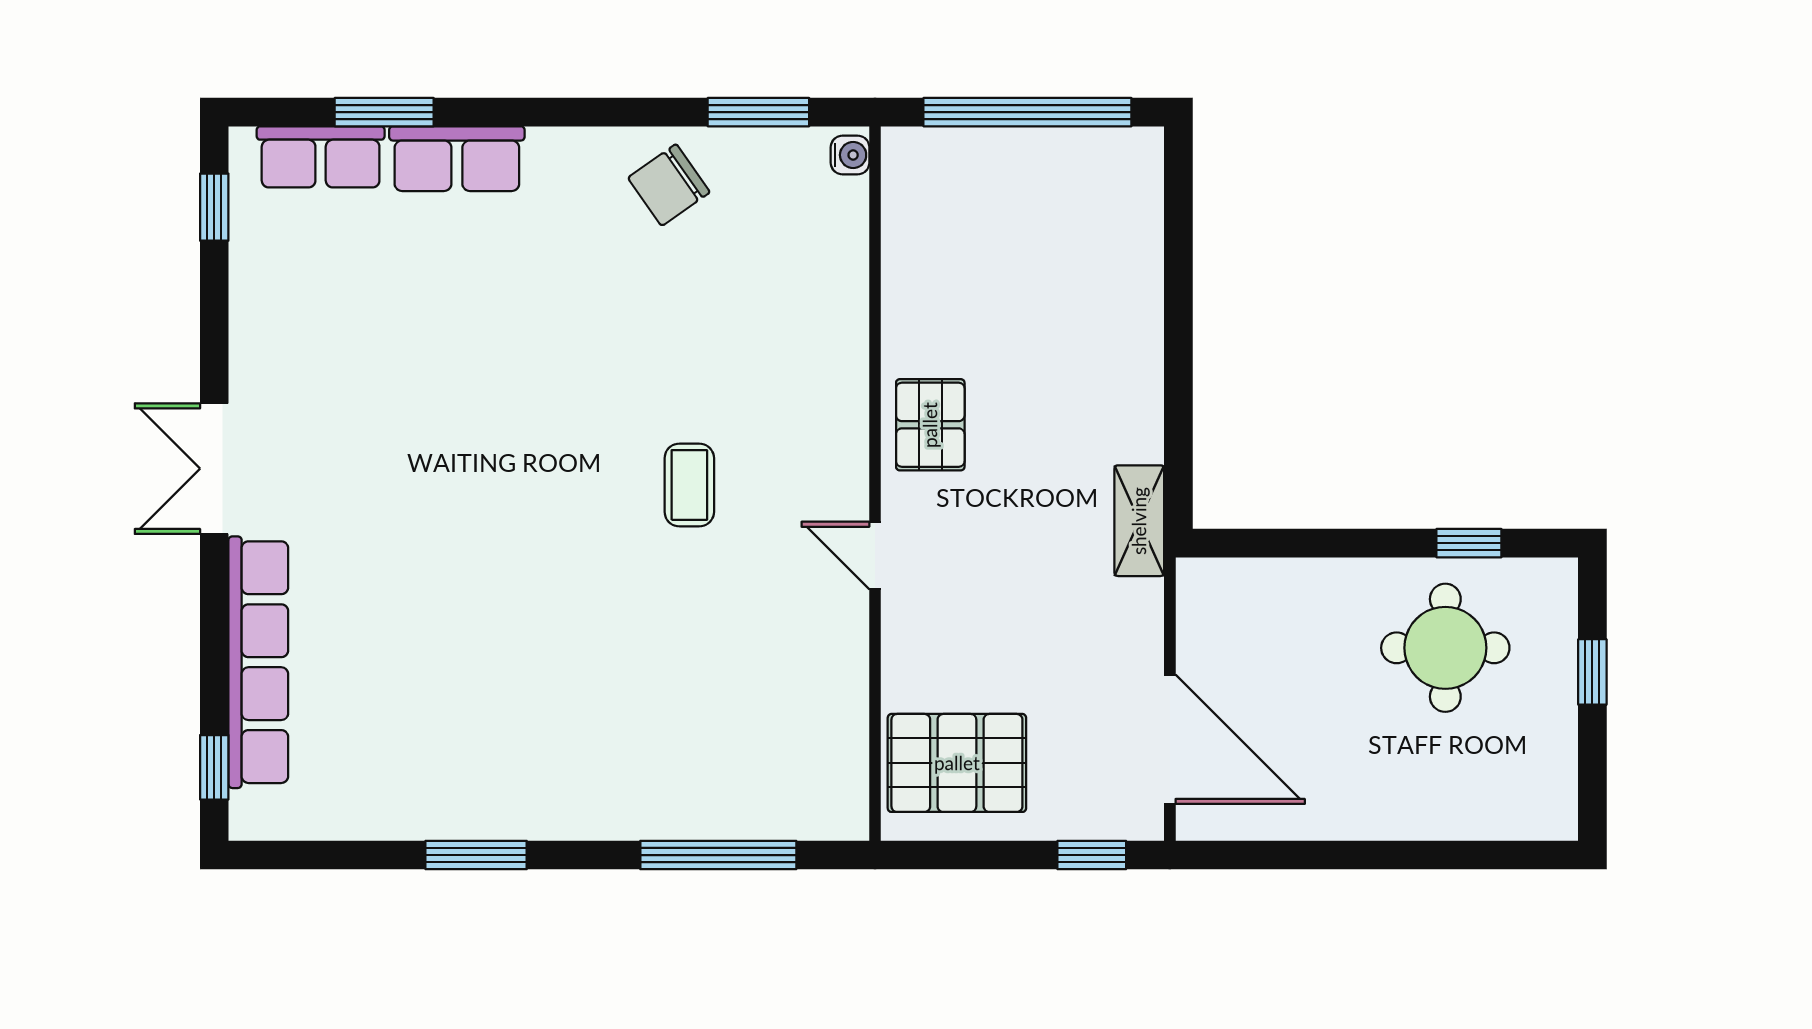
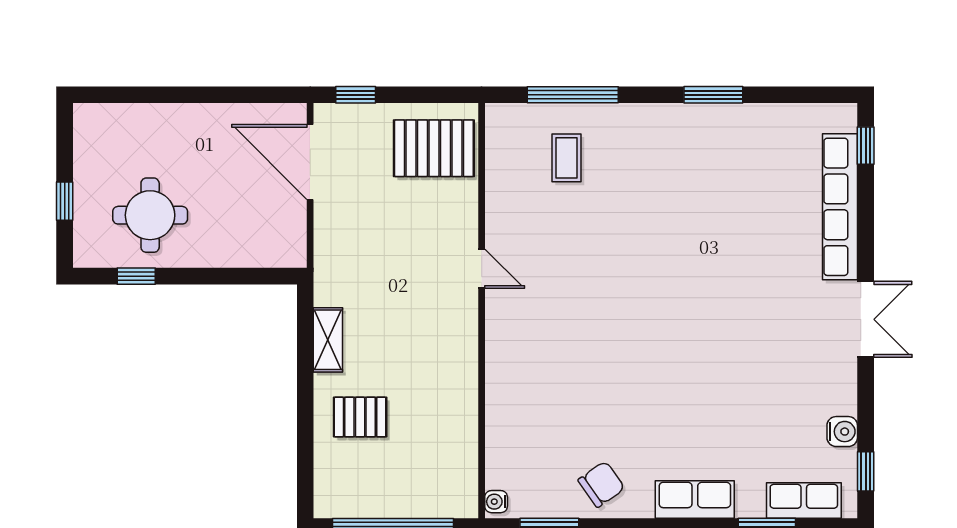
row of seats: (457, 159) -> (695, 499), moved
water cooler: (254, 276) -> (842, 432), added
pallet: (930, 425) -> (360, 417), moved, turned 90
coffee table: (689, 485) -> (566, 158), moved
shelving: (1139, 521) -> (328, 340), moved

